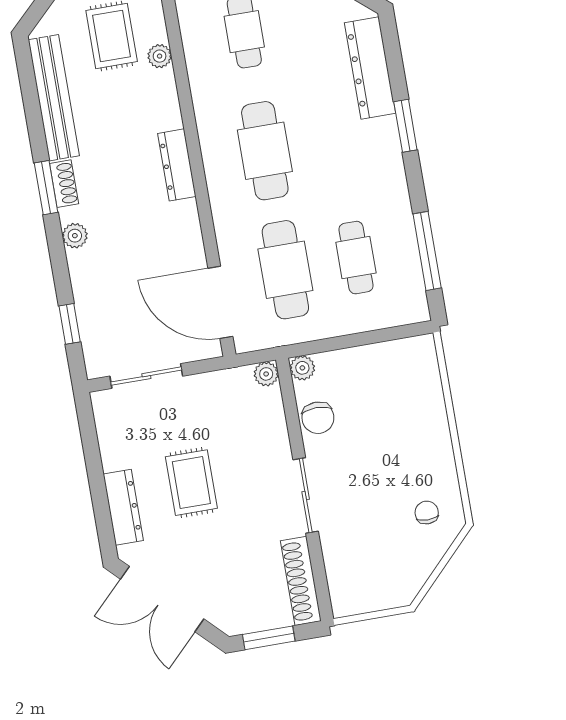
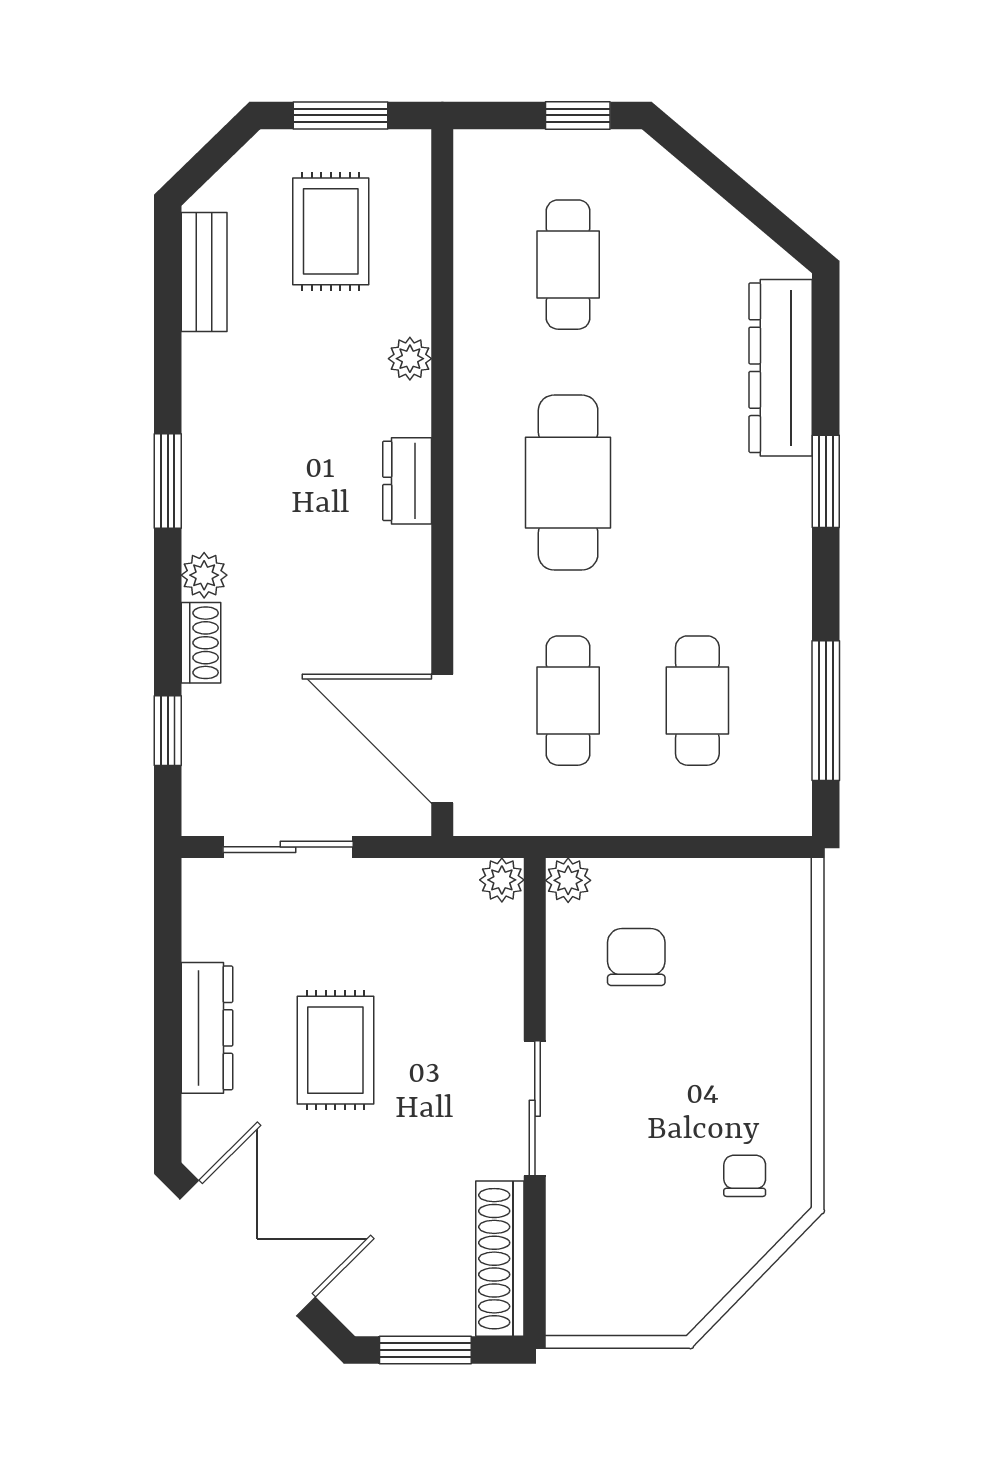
plant: (160, 56) -> (410, 359), moved
bench: (54, 98) -> (204, 272), width x0.54, depth x0.82
dresser: (177, 165) -> (407, 481), width x0.70
shoe rack: (64, 184) -> (201, 643), moved
cafe table: (285, 270) -> (568, 701), width x0.73, depth x0.74
chair: (318, 418) -> (636, 957), moved, turned 180
dresser: (123, 507) -> (207, 1028), moved
double door: (162, 599) -> (248, 1248), swing flipped

